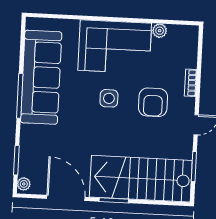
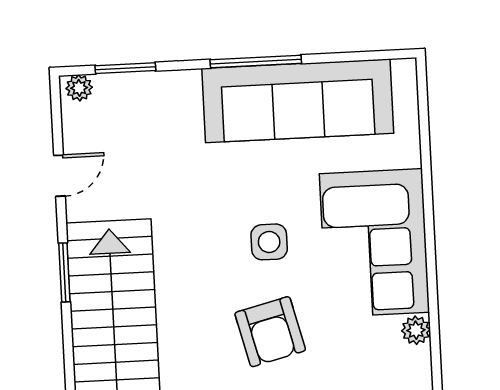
armchair: (153, 102) -> (270, 332), turned -104
door: (66, 198) -> (59, 176), width x0.53

